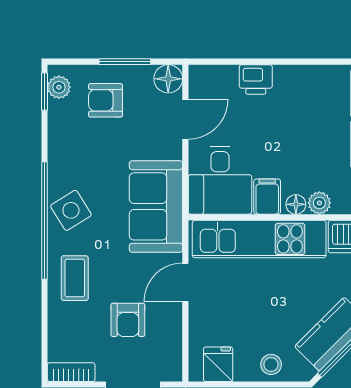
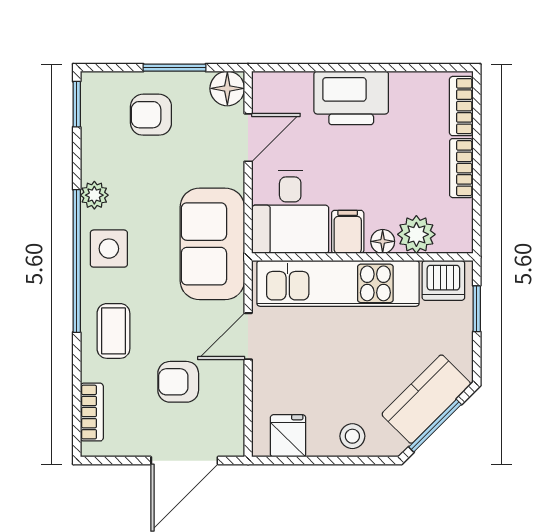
printer: (256, 79) -> (351, 98), width x1.87, depth x1.48
plant: (59, 87) -> (94, 195), moved
plant: (319, 203) -> (416, 234), width x1.38, depth x1.38
side table: (71, 210) -> (109, 249), turned 32
armchair: (128, 320) -> (178, 382), turned 90
bookcase: (71, 372) -> (92, 412), moved, turned 90

